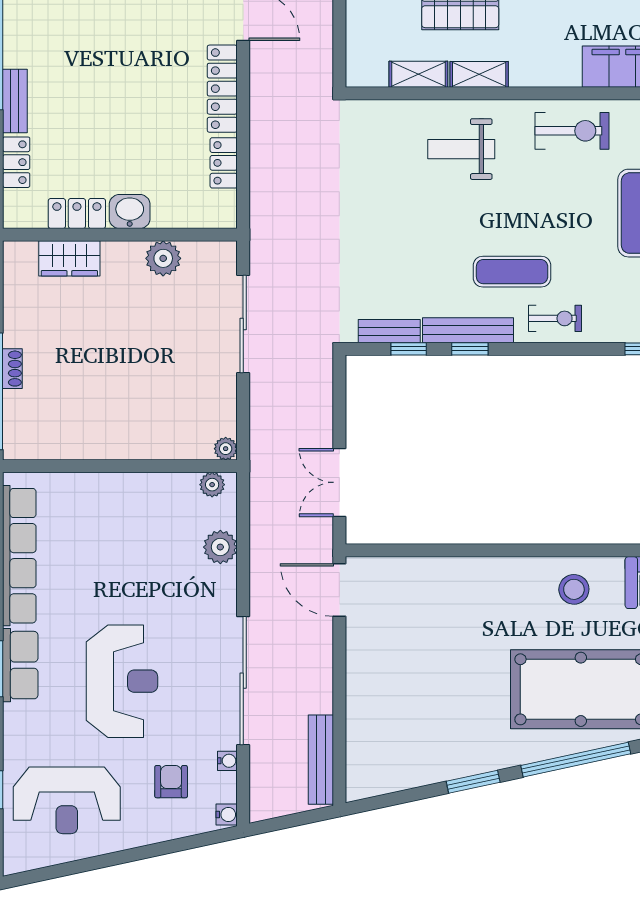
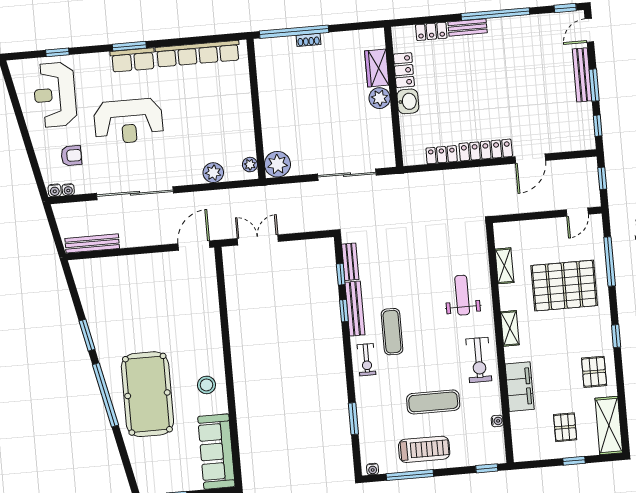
shelving: (479, 74) -> (510, 328), moved
plant: (163, 258) -> (380, 98), moved
plant: (226, 449) -> (277, 164), width x1.88, depth x1.88
water cooler: (227, 761) -> (68, 190), moved

